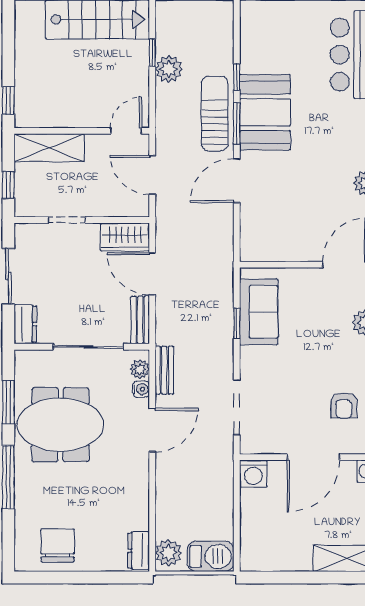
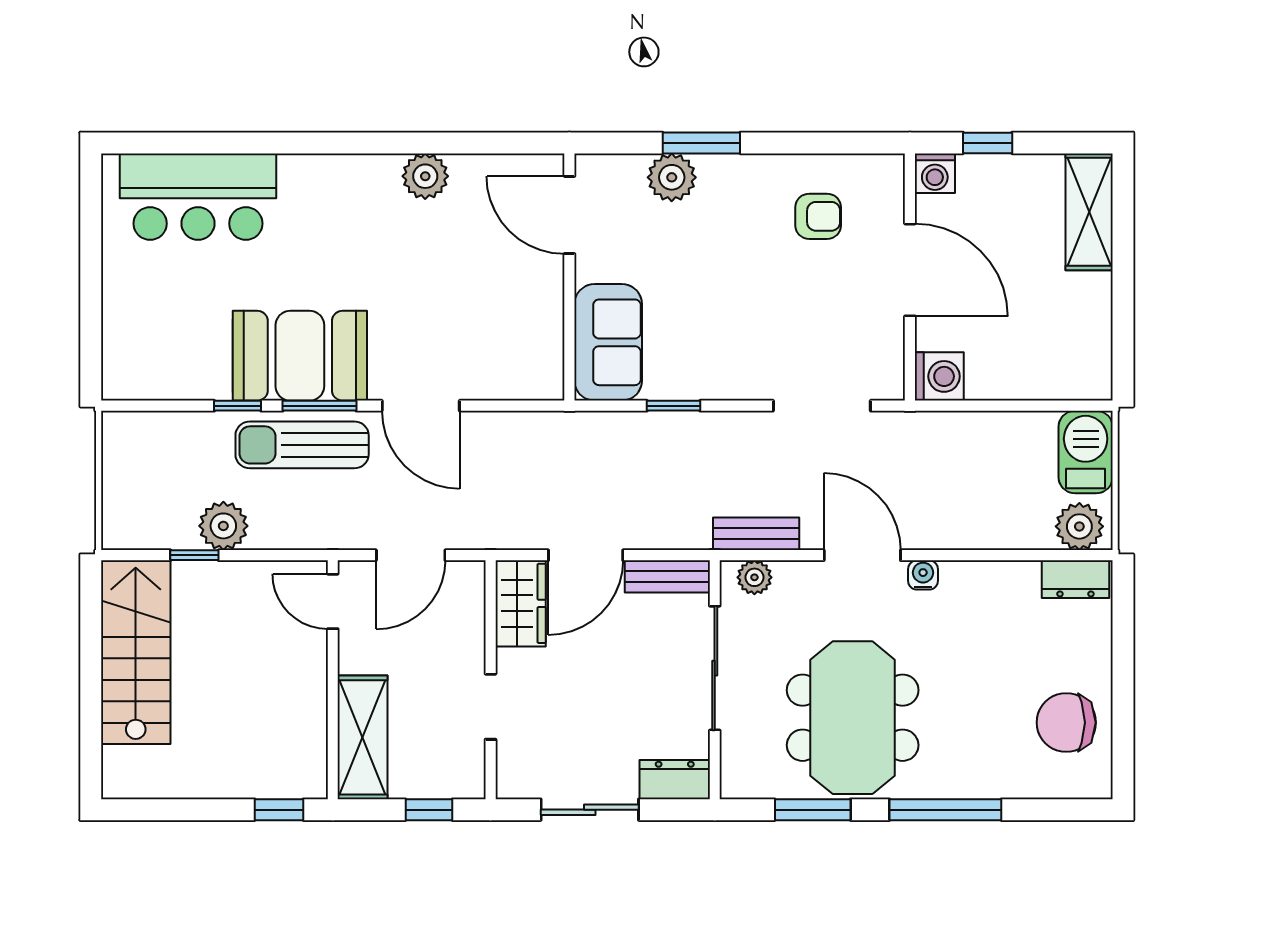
sofa: (259, 312) -> (608, 342), moved, turned 90
water cooler: (141, 389) -> (923, 575), moved

